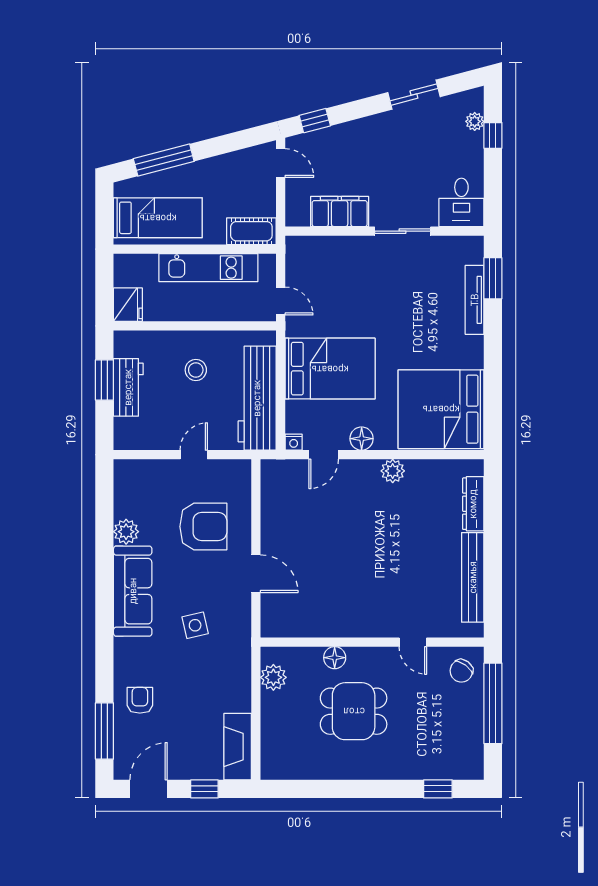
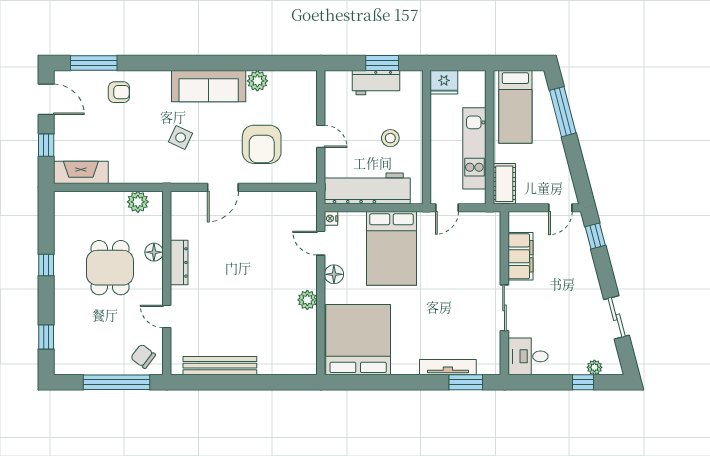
dresser: (473, 504) -> (179, 262), moved, turned 90
side table: (195, 625) -> (181, 137), turned 38
door: (413, 642) -> (167, 316), hinge flipped
window: (350, 789) -> (46, 265), added

